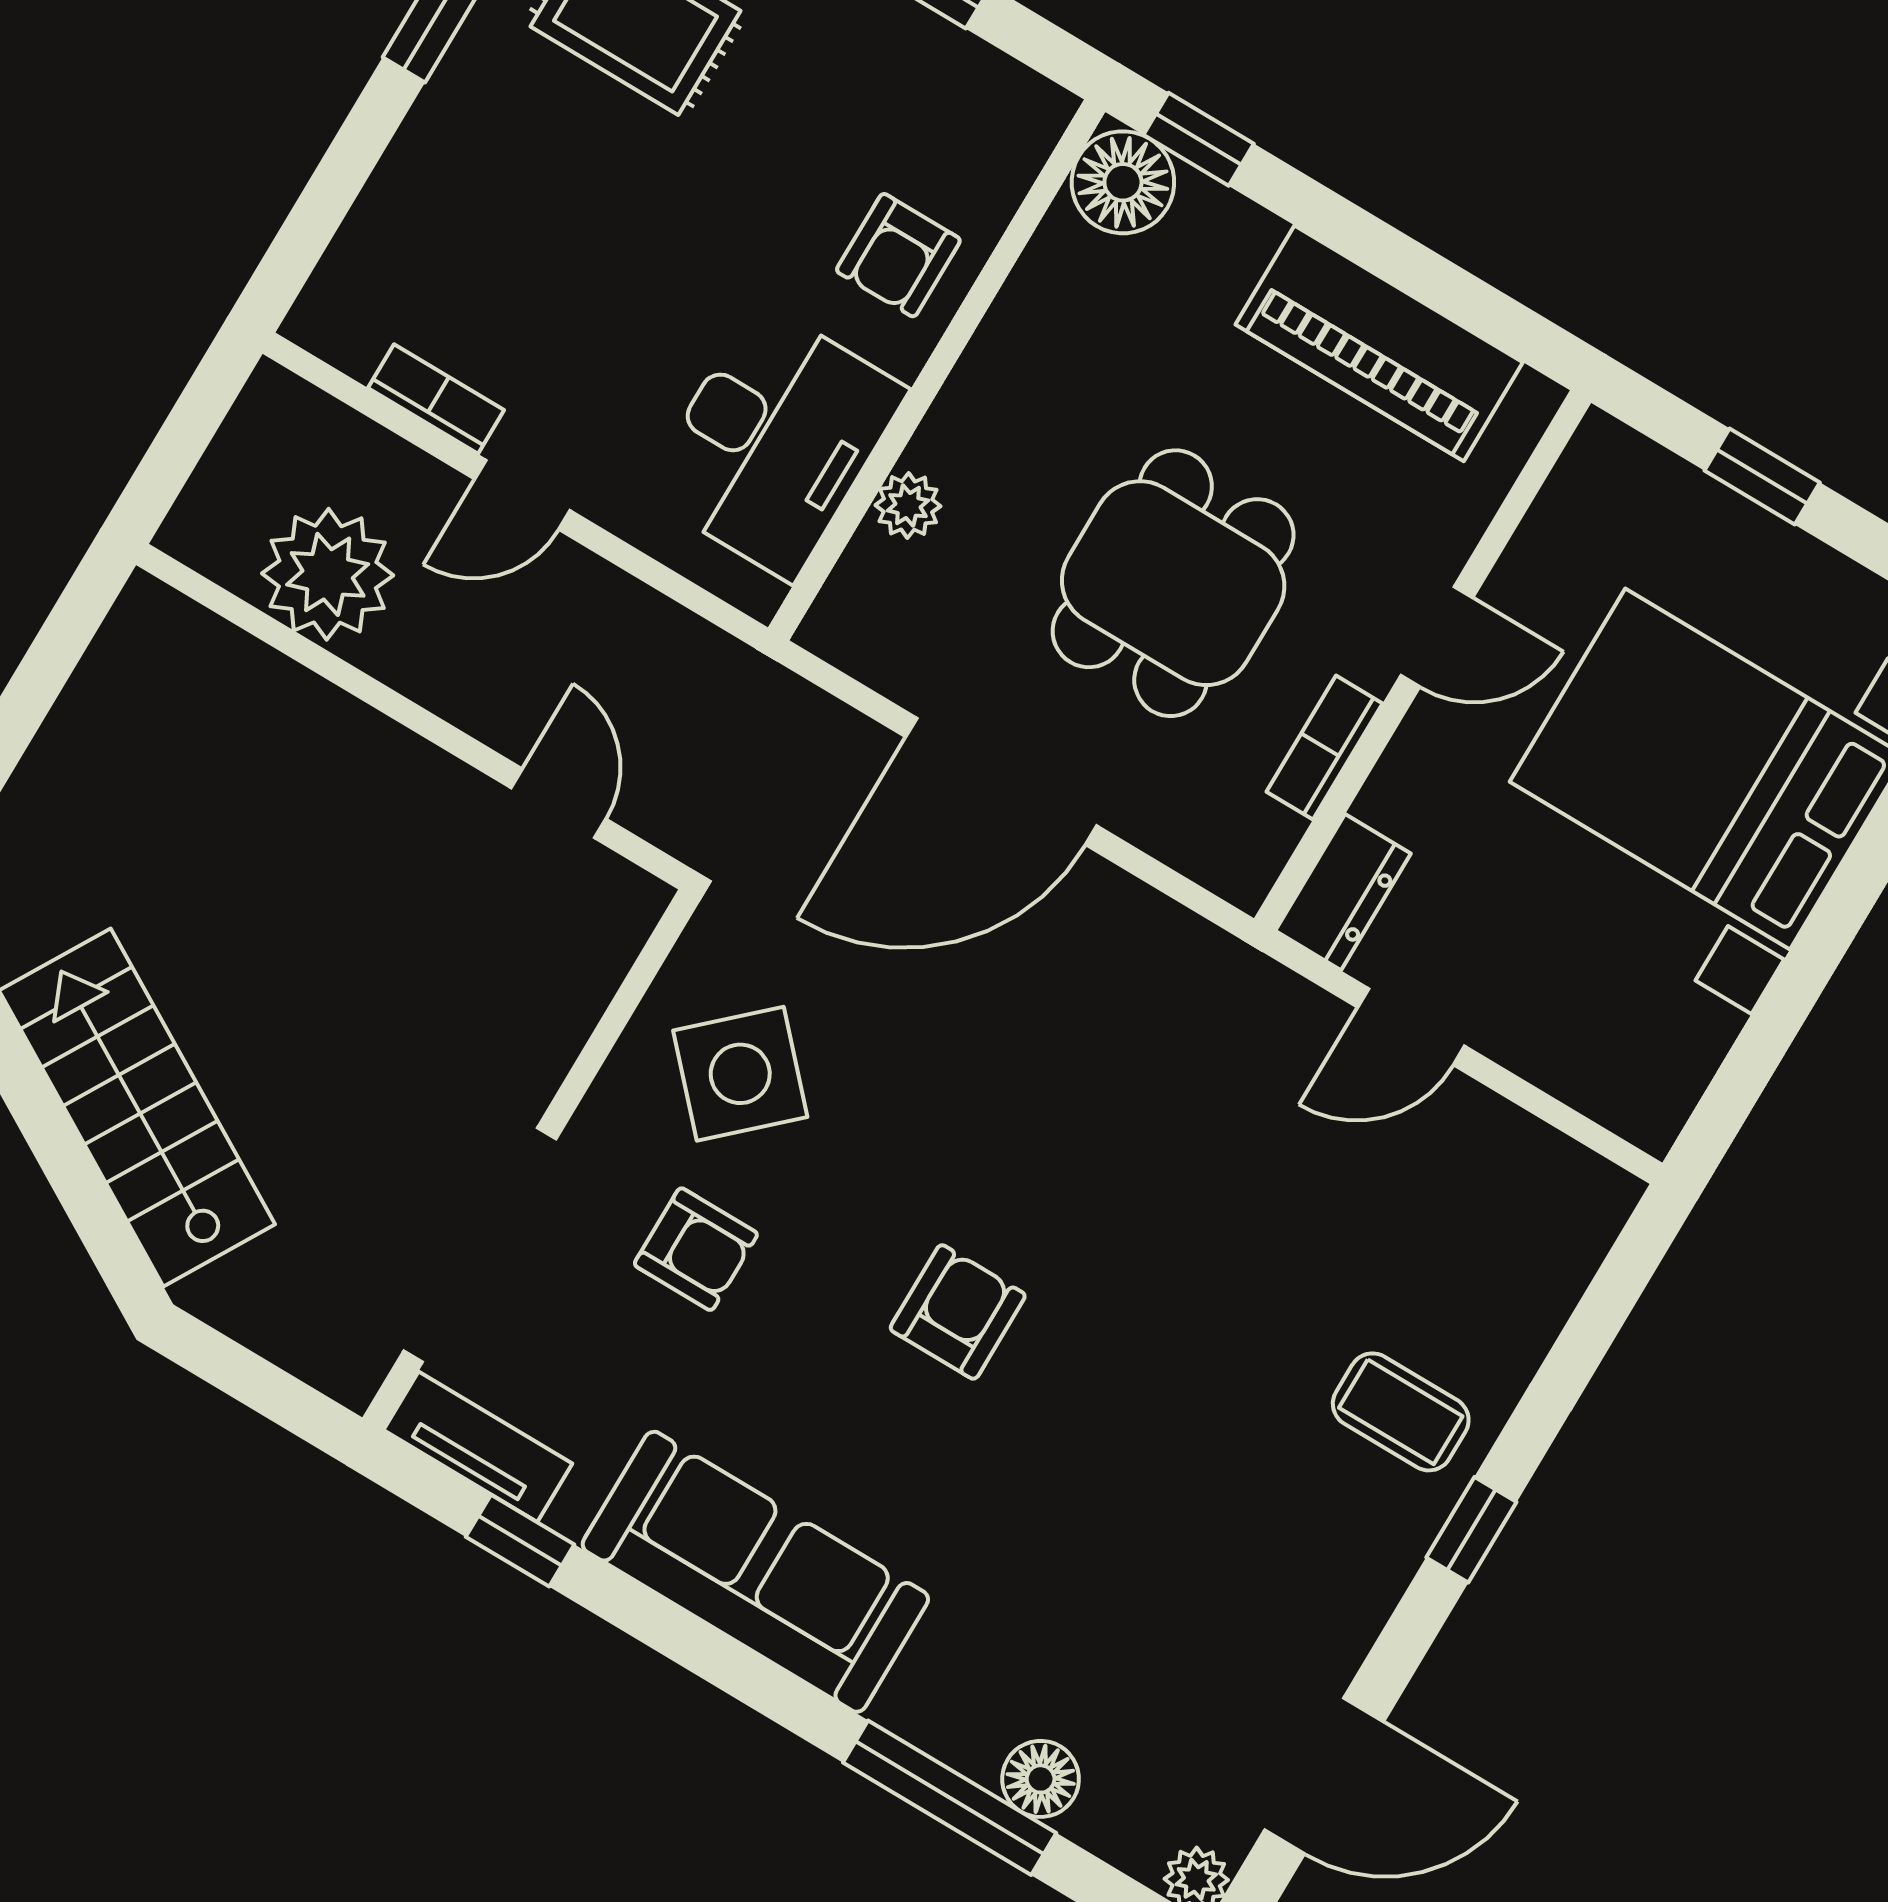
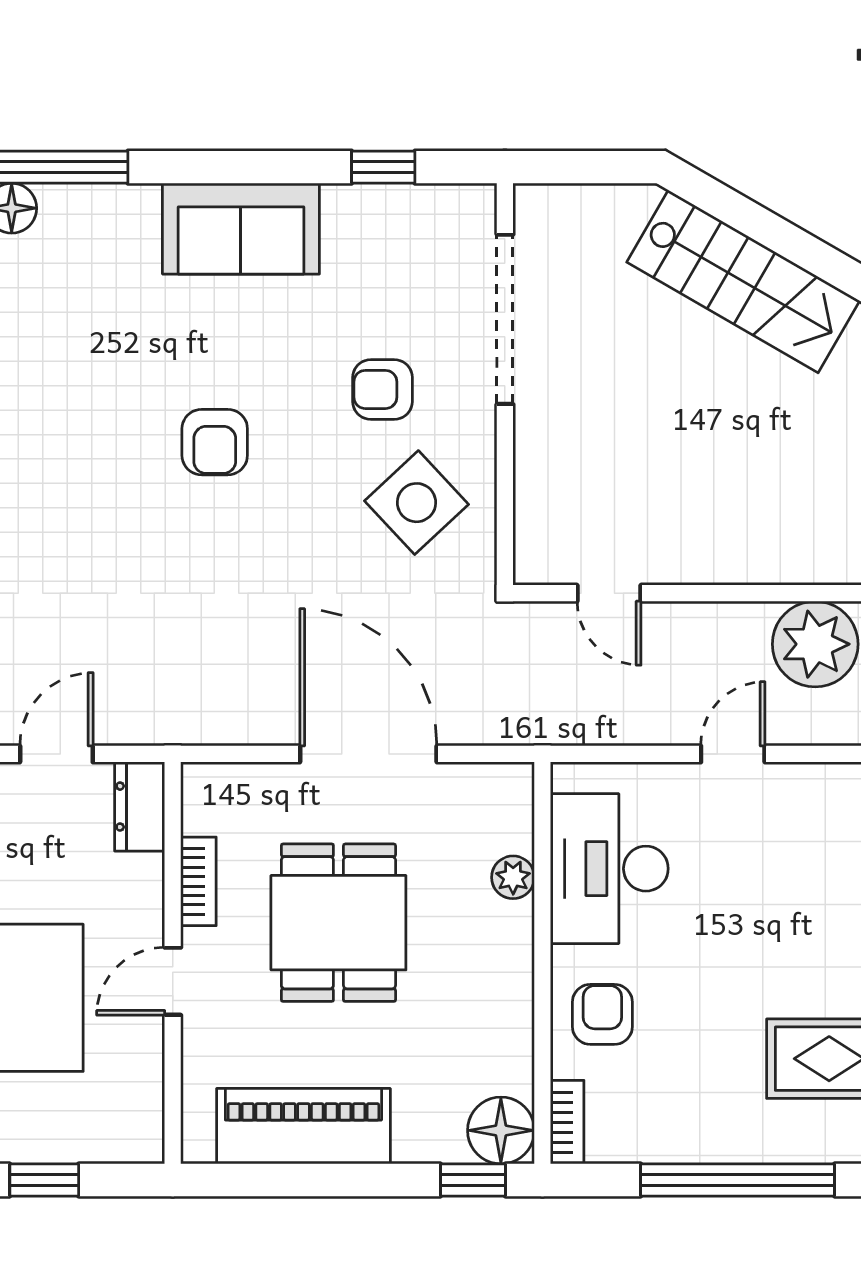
bookcase: (436, 399) -> (567, 1122), moved, turned -90
door: (1001, 781) -> (368, 754), hinge flipped
tv unit: (478, 1447) -> (438, 206), removed
sofa: (755, 1572) -> (241, 229), width x0.73

